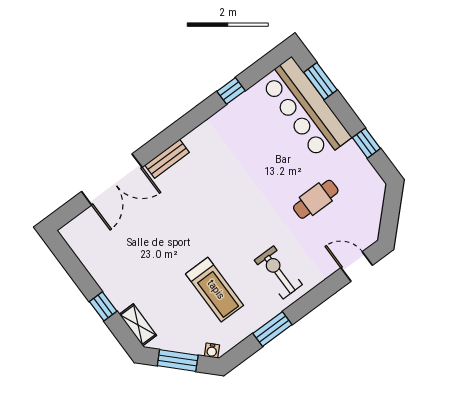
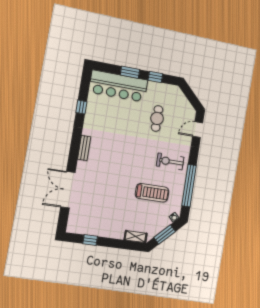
window: (320, 81) -> (130, 72), moved
bench: (167, 159) -> (84, 148), moved
double door: (112, 179) -> (68, 190), swing flipped
window: (103, 306) -> (90, 240), moved
window: (272, 329) -> (189, 186), width x2.11

